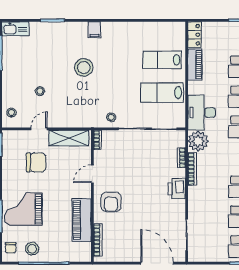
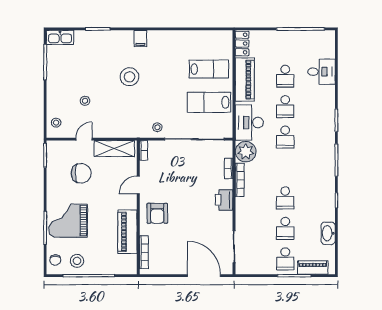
lab bench: (162, 60) -> (209, 69), turned 180
piano: (195, 64) -> (245, 80), width x1.37, depth x1.33

